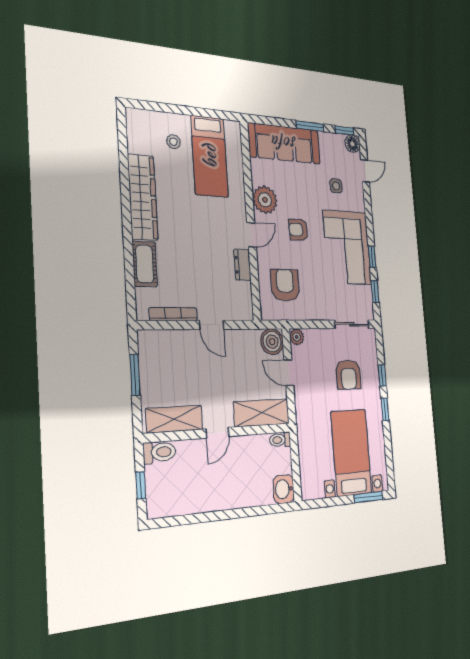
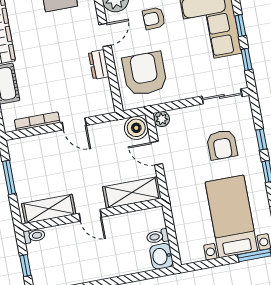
armchair: (285, 285) -> (145, 74), width x1.36, depth x1.36
door: (217, 433) -> (90, 215), hinge flipped
toilet: (280, 440) -> (158, 236), moved
toilet: (159, 452) -> (34, 236), width x0.73, depth x0.72

